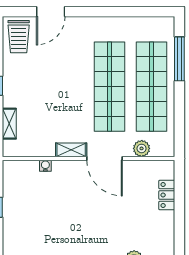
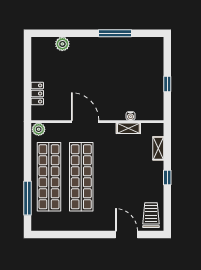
door: (51, 12) -> (127, 234), hinge flipped
plant: (142, 148) -> (39, 129), moved
shelving: (71, 150) -> (128, 128), moved

